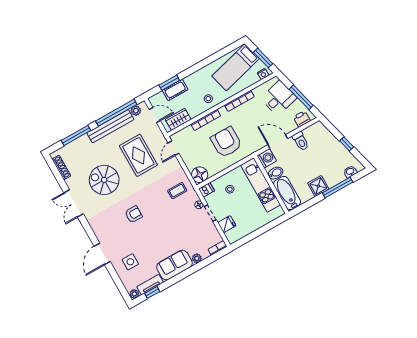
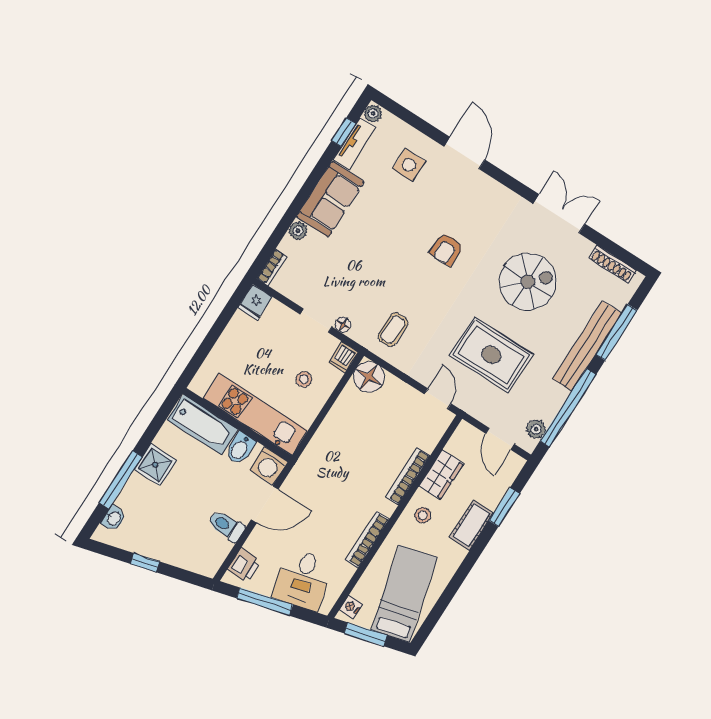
cot: (175, 90) -> (471, 525), moved
door: (155, 115) -> (500, 439), hinge flipped
wardrobe: (178, 119) -> (441, 475), moved
bench: (110, 126) -> (587, 346), moved
armchair: (226, 142) -> (353, 457), removed
fridge: (227, 224) -> (255, 302), moved

